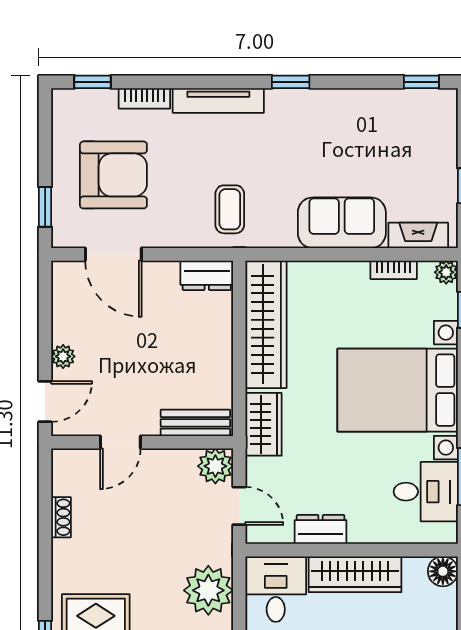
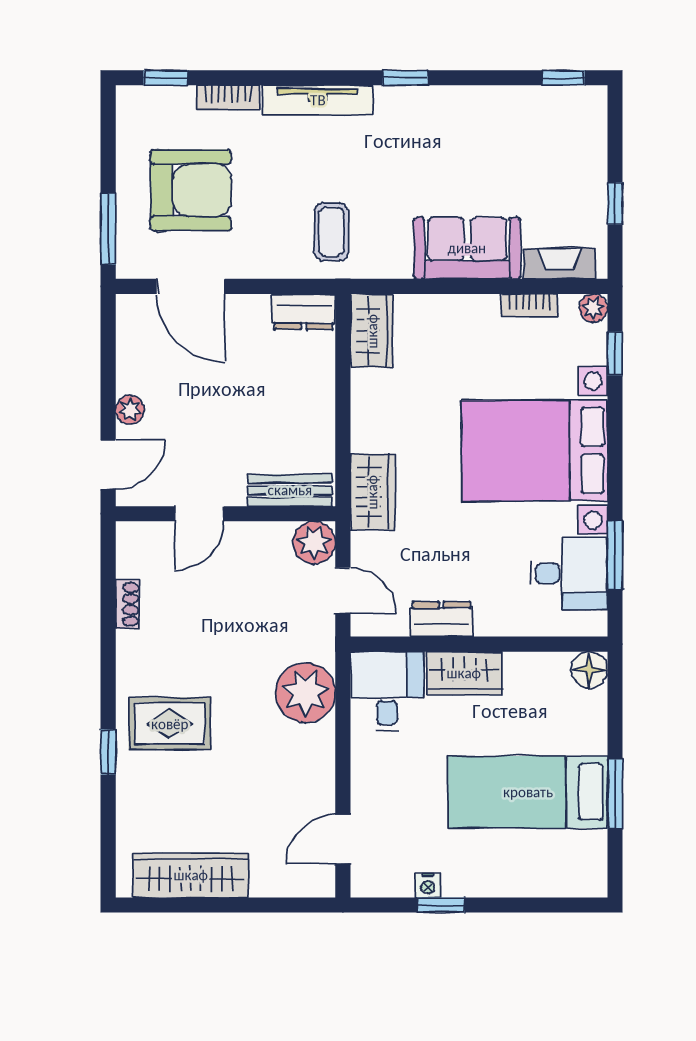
window: (45, 207) -> (108, 229), width x1.50
wardrobe: (266, 324) -> (372, 331), width x0.48, depth x0.85
wardrobe: (355, 574) -> (464, 673), width x0.67

